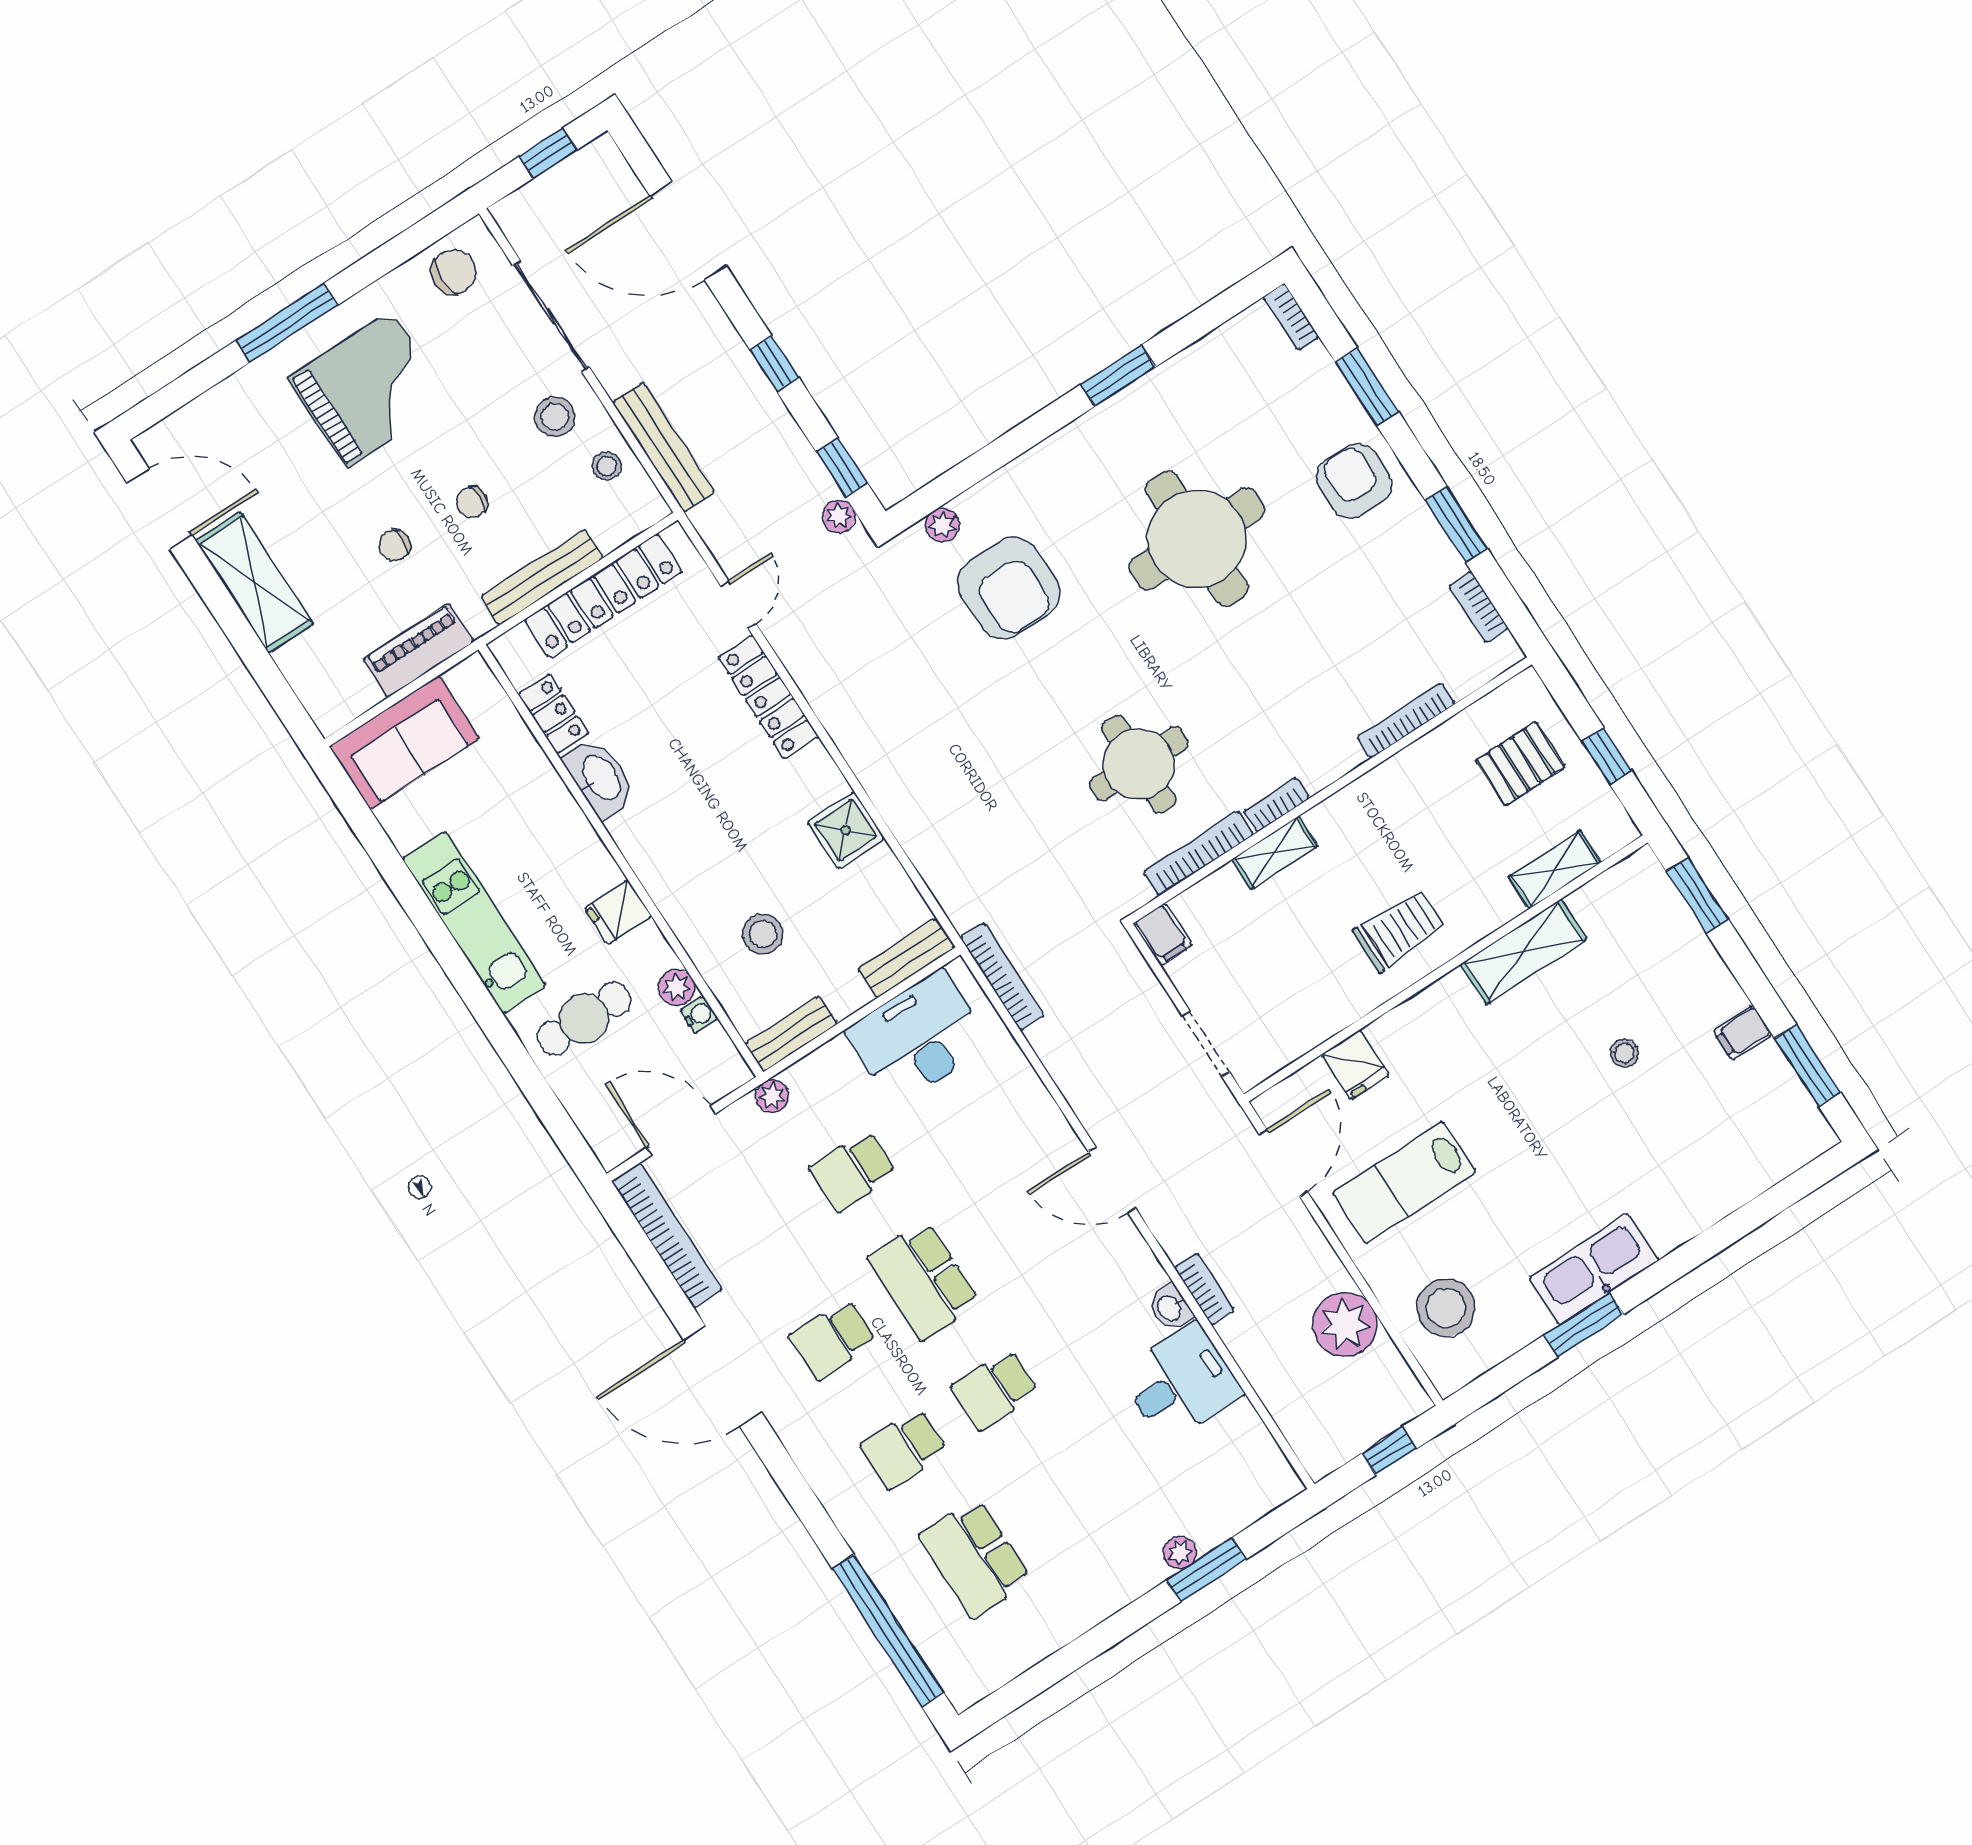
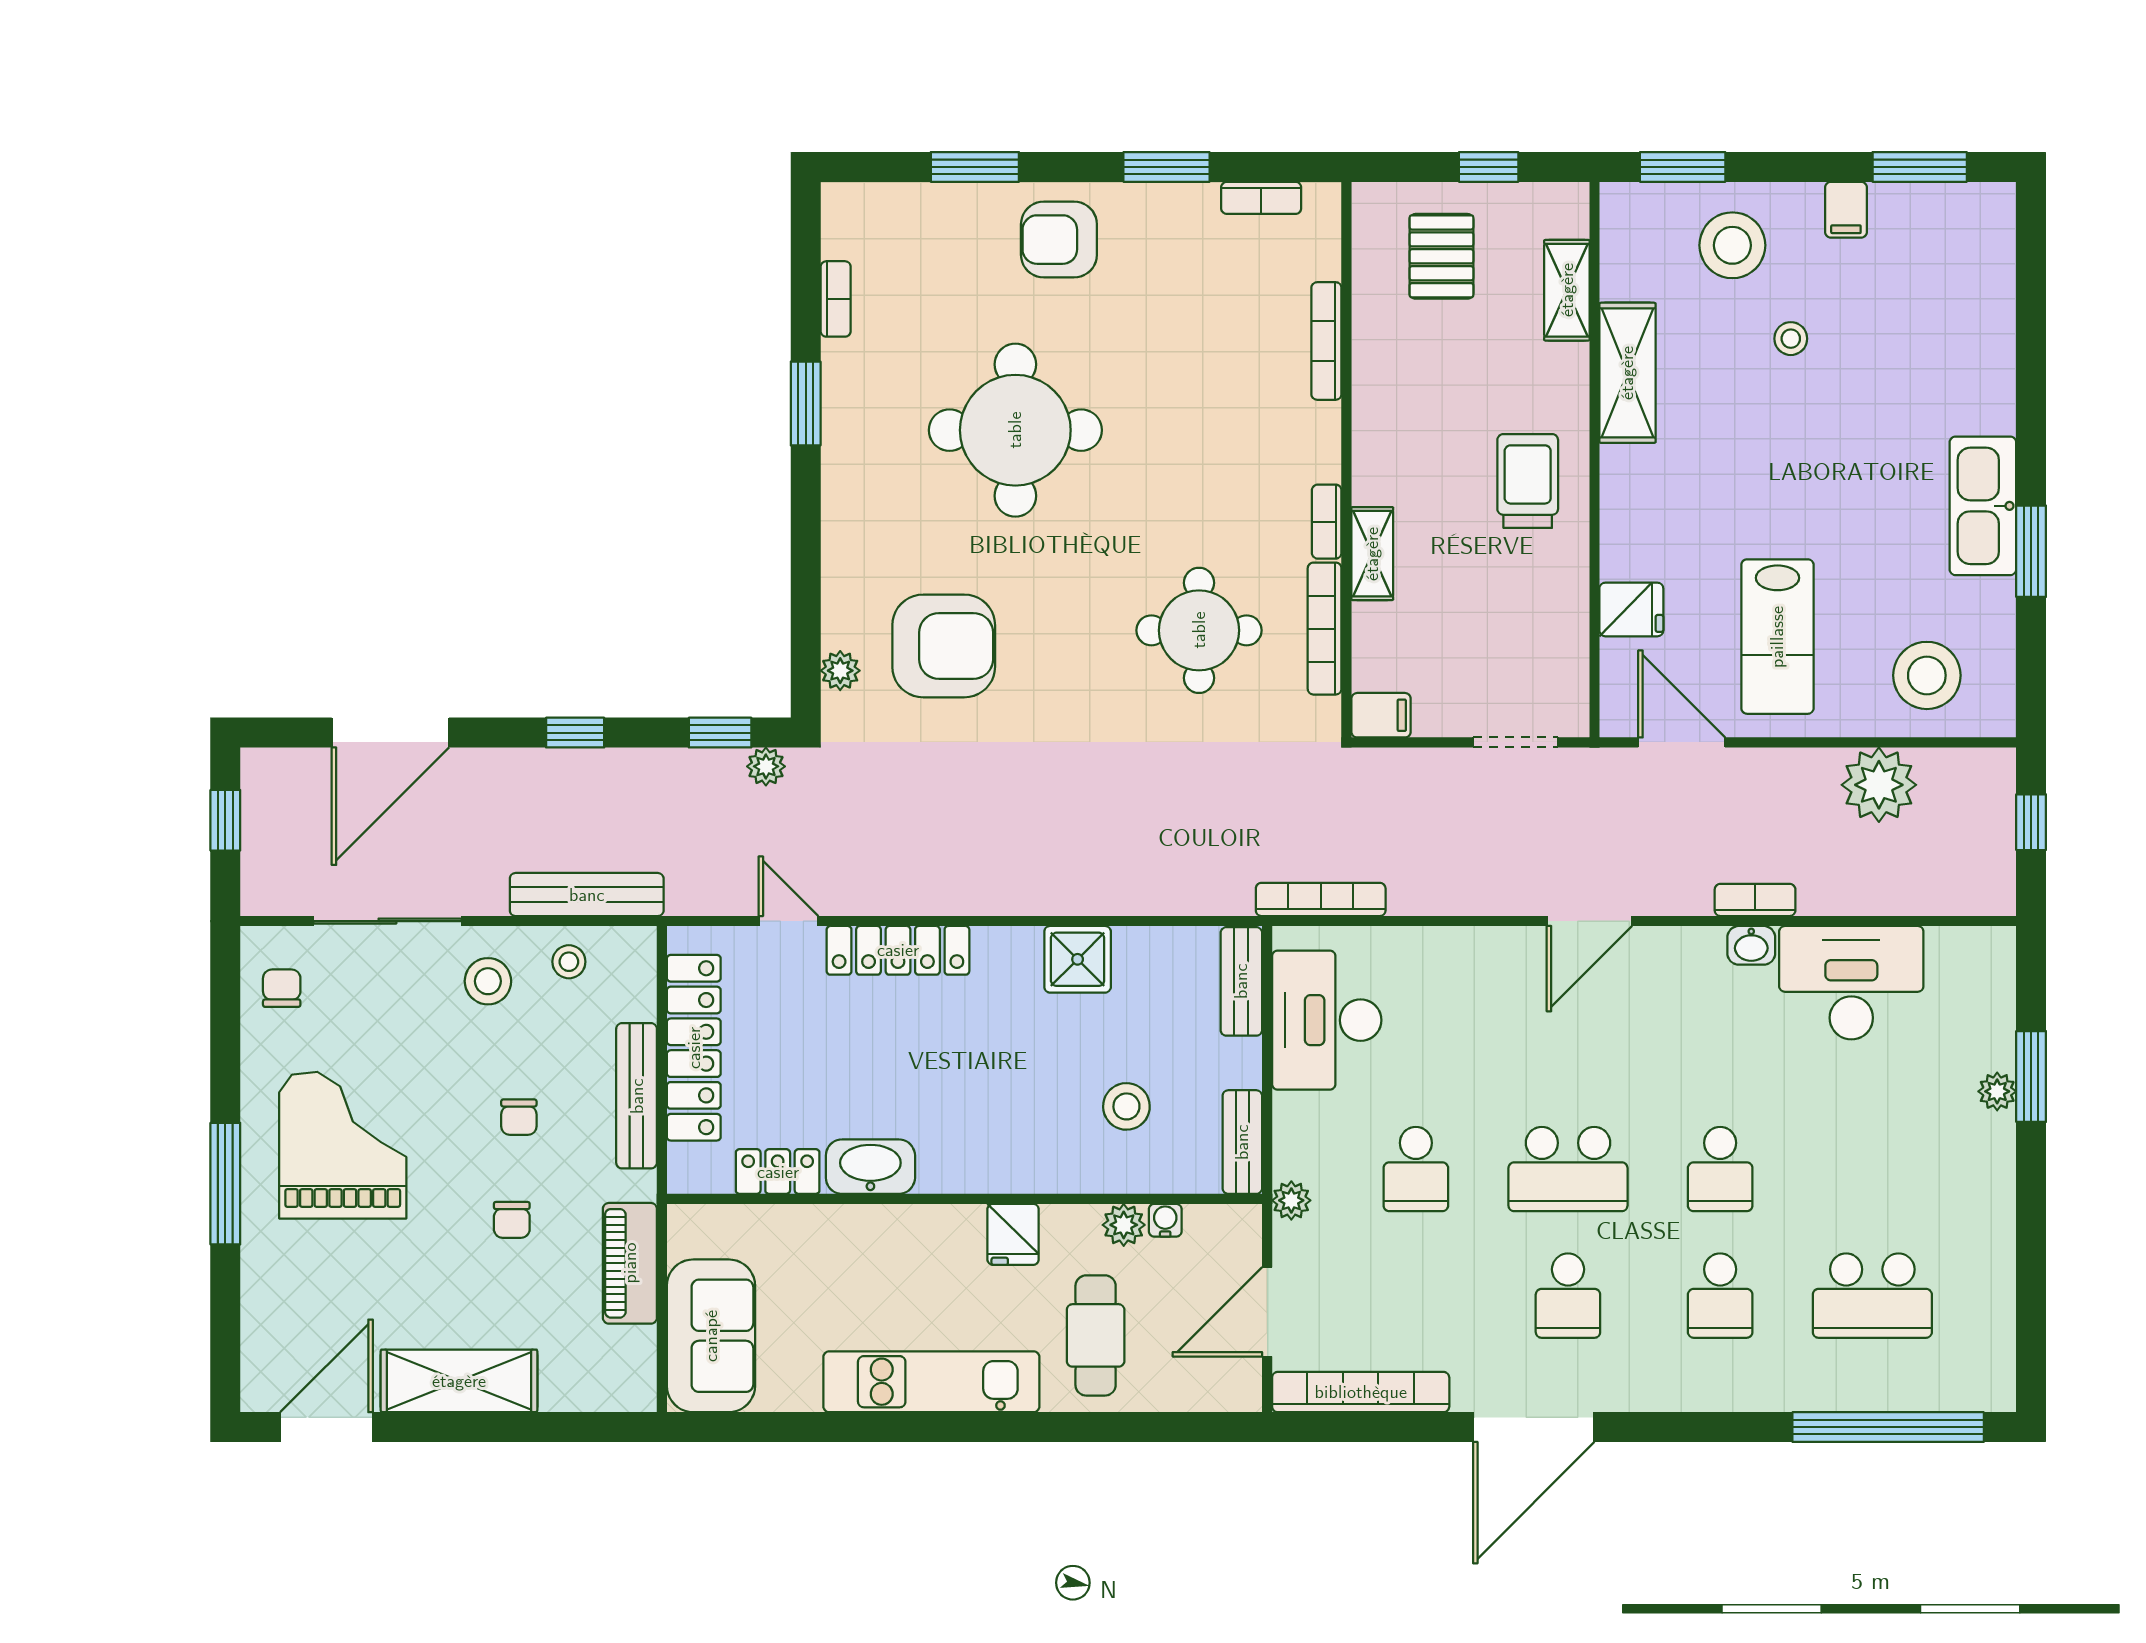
chair: (454, 272) -> (282, 988), width x0.73, depth x0.73
bookcase: (1291, 317) -> (836, 299), moved, turned -90
stool: (1664, 967) -> (1732, 245), added
desk: (1181, 1383) -> (1851, 983), width x1.37

